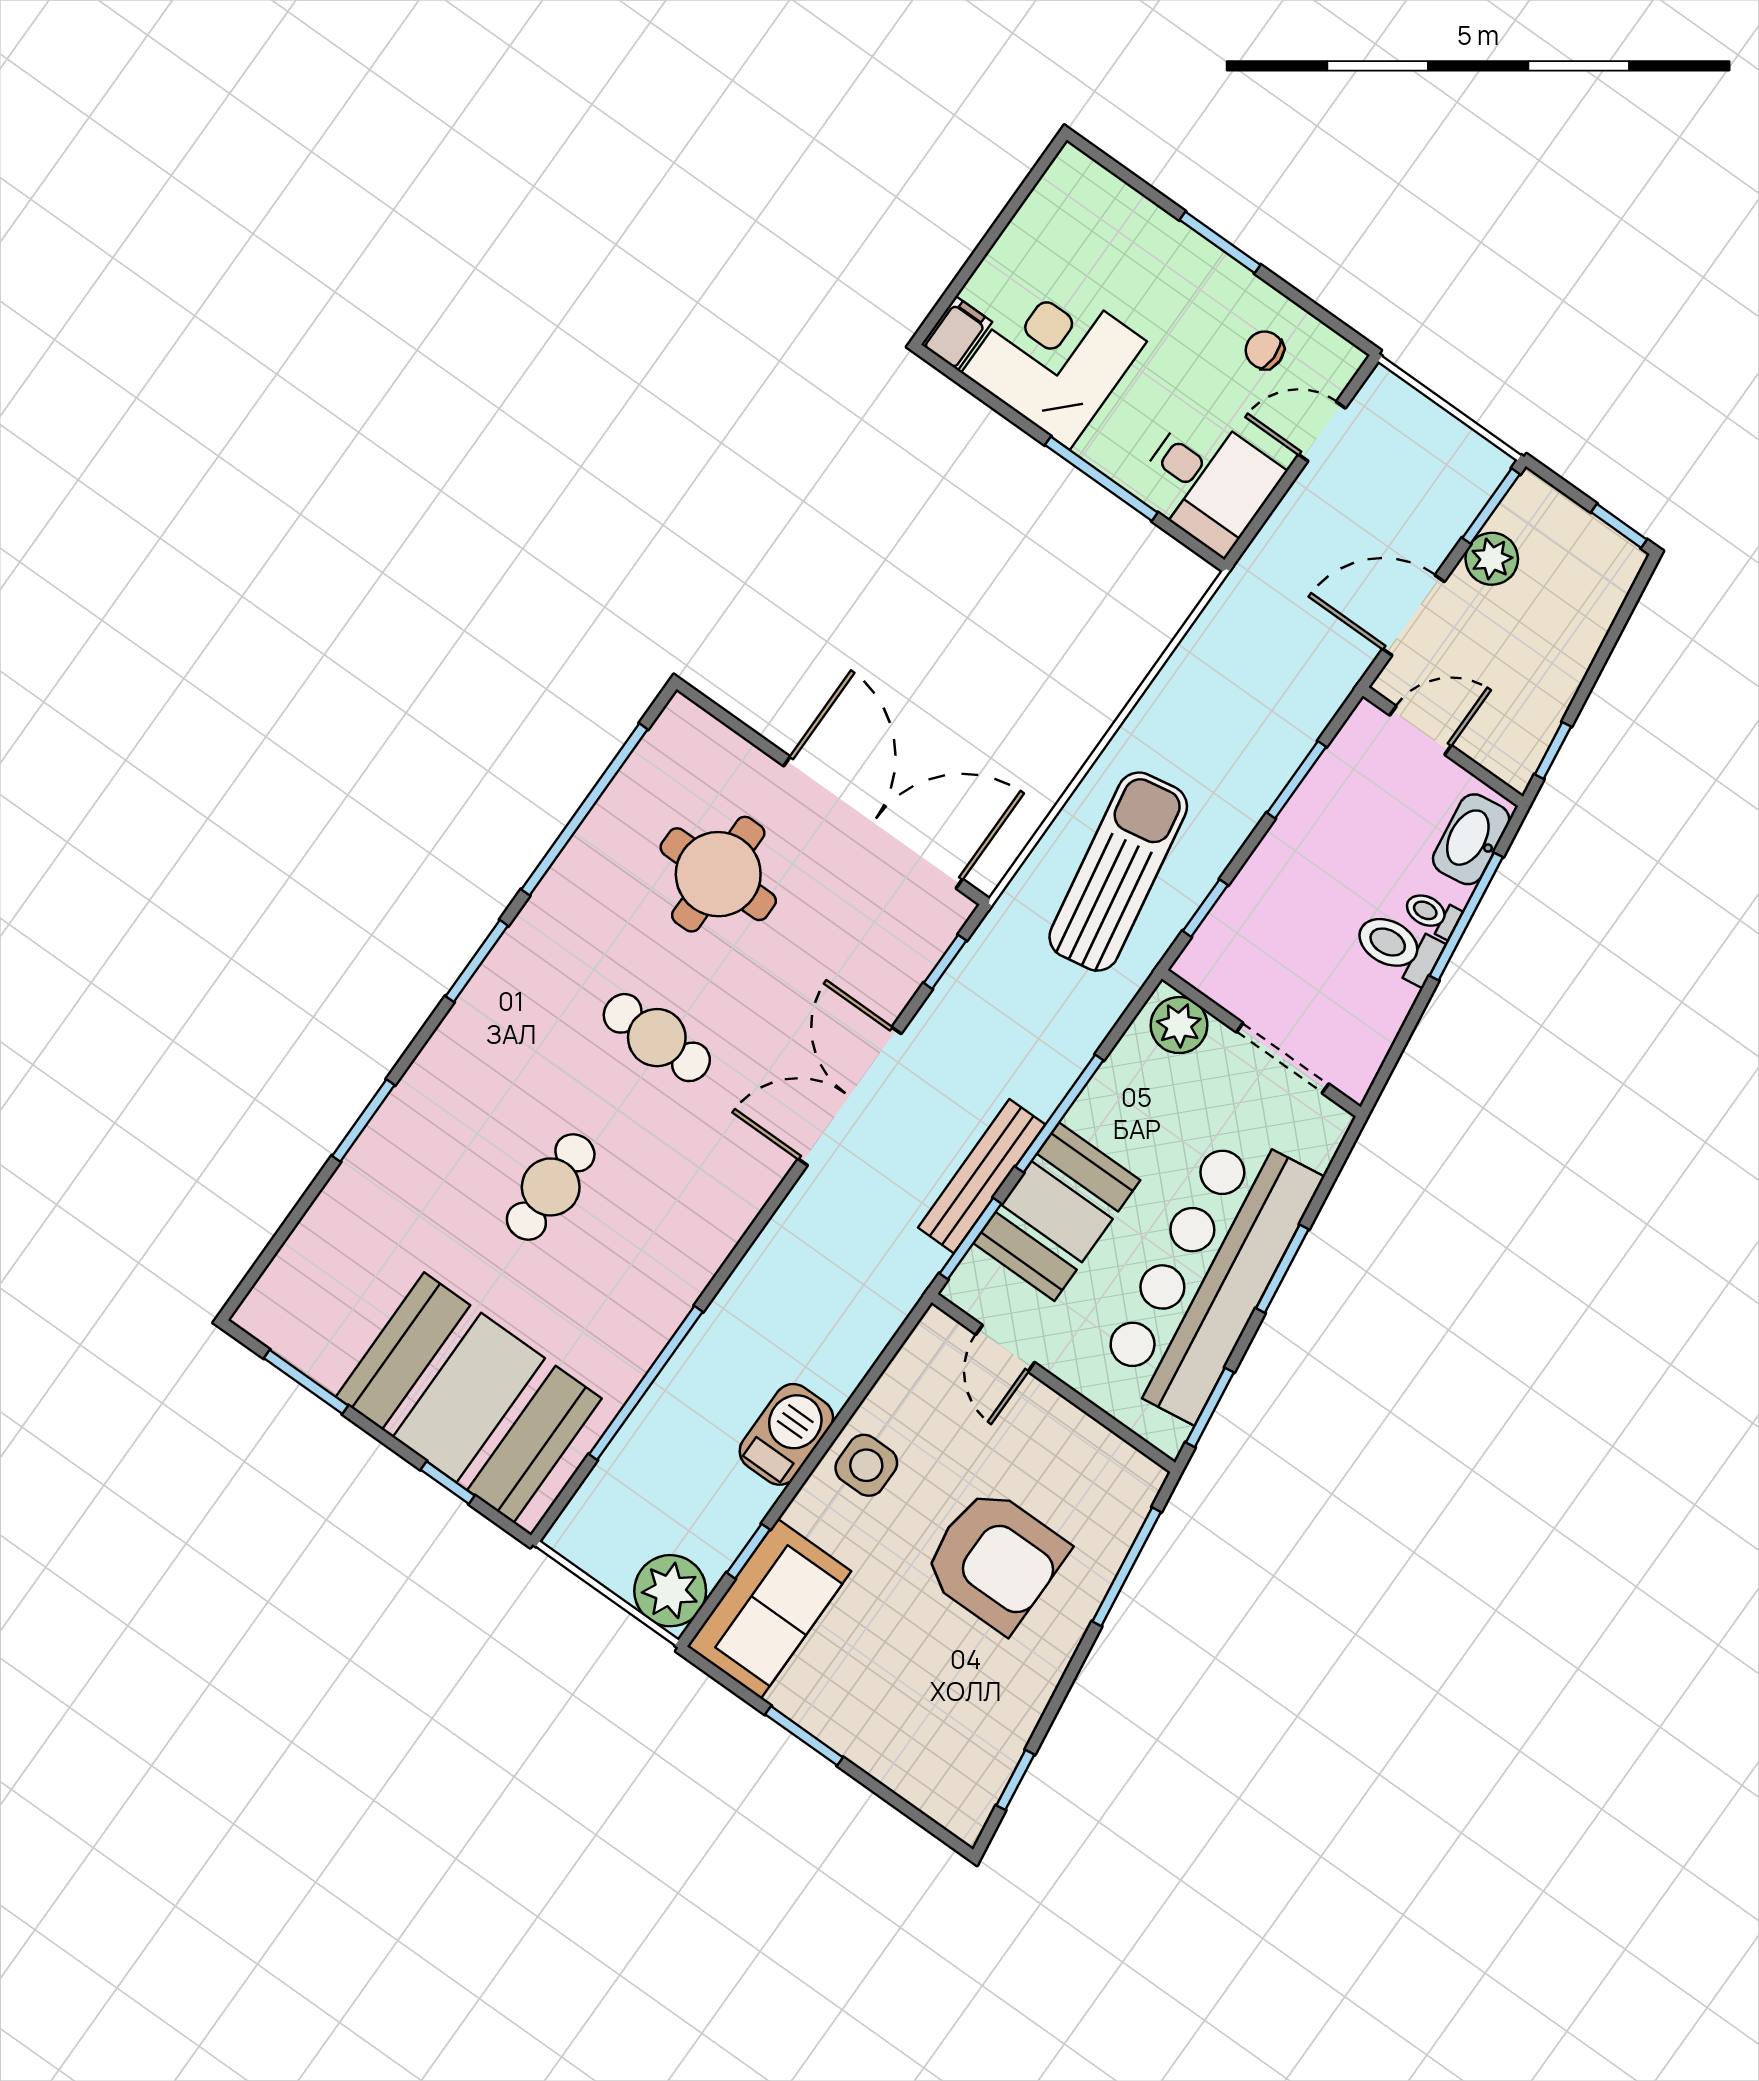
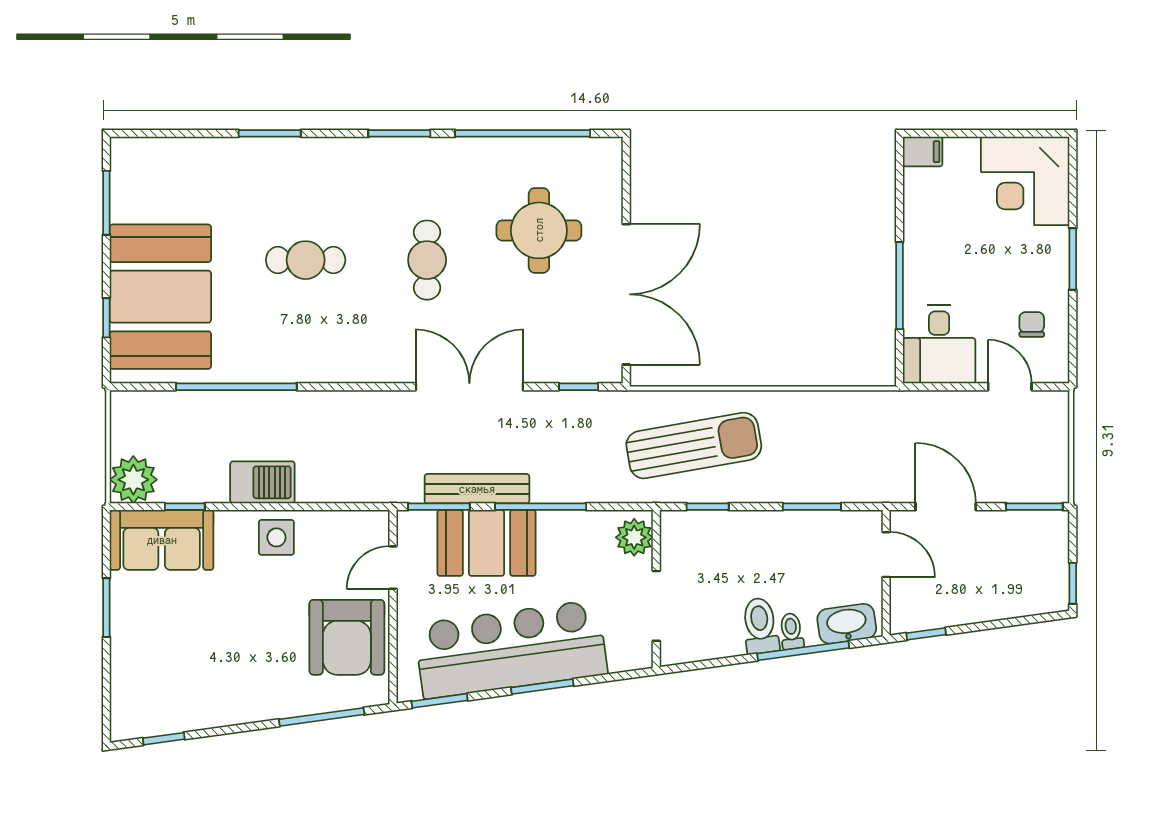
corner desk: (1054, 357) -> (1025, 181), moved, turned 180
plant: (1492, 559) -> (1006, 527), removed
armchair: (995, 1560) -> (347, 637), moved

